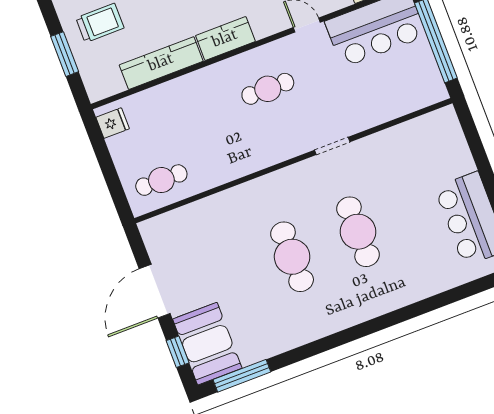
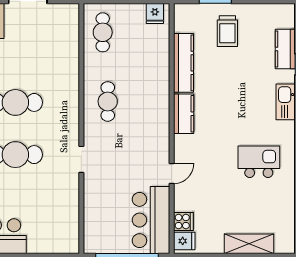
cafe table: (268, 89) -> (108, 101), moved

